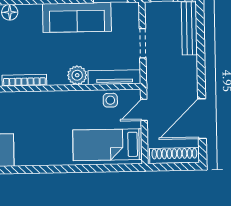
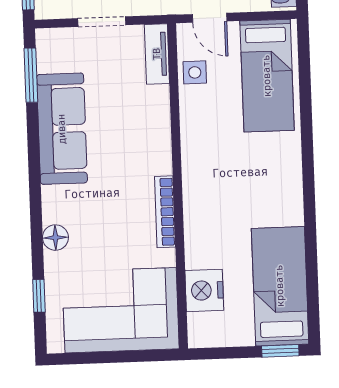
plant: (77, 75) -> (155, 127), removed
tv unit: (114, 77) -> (157, 54), width x0.71

